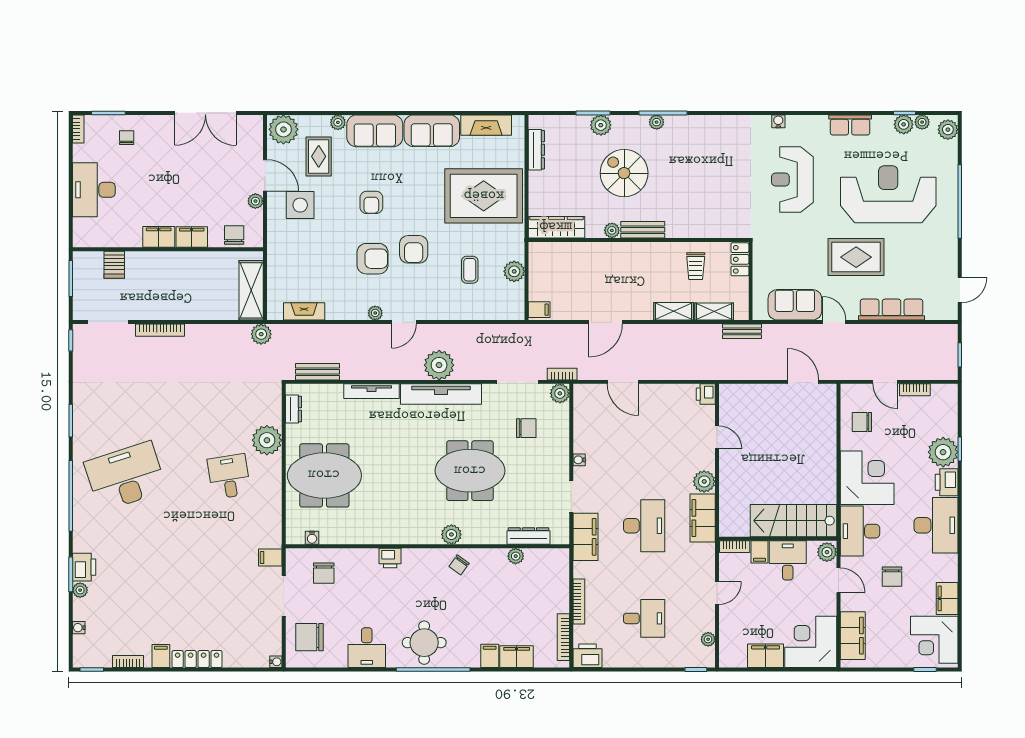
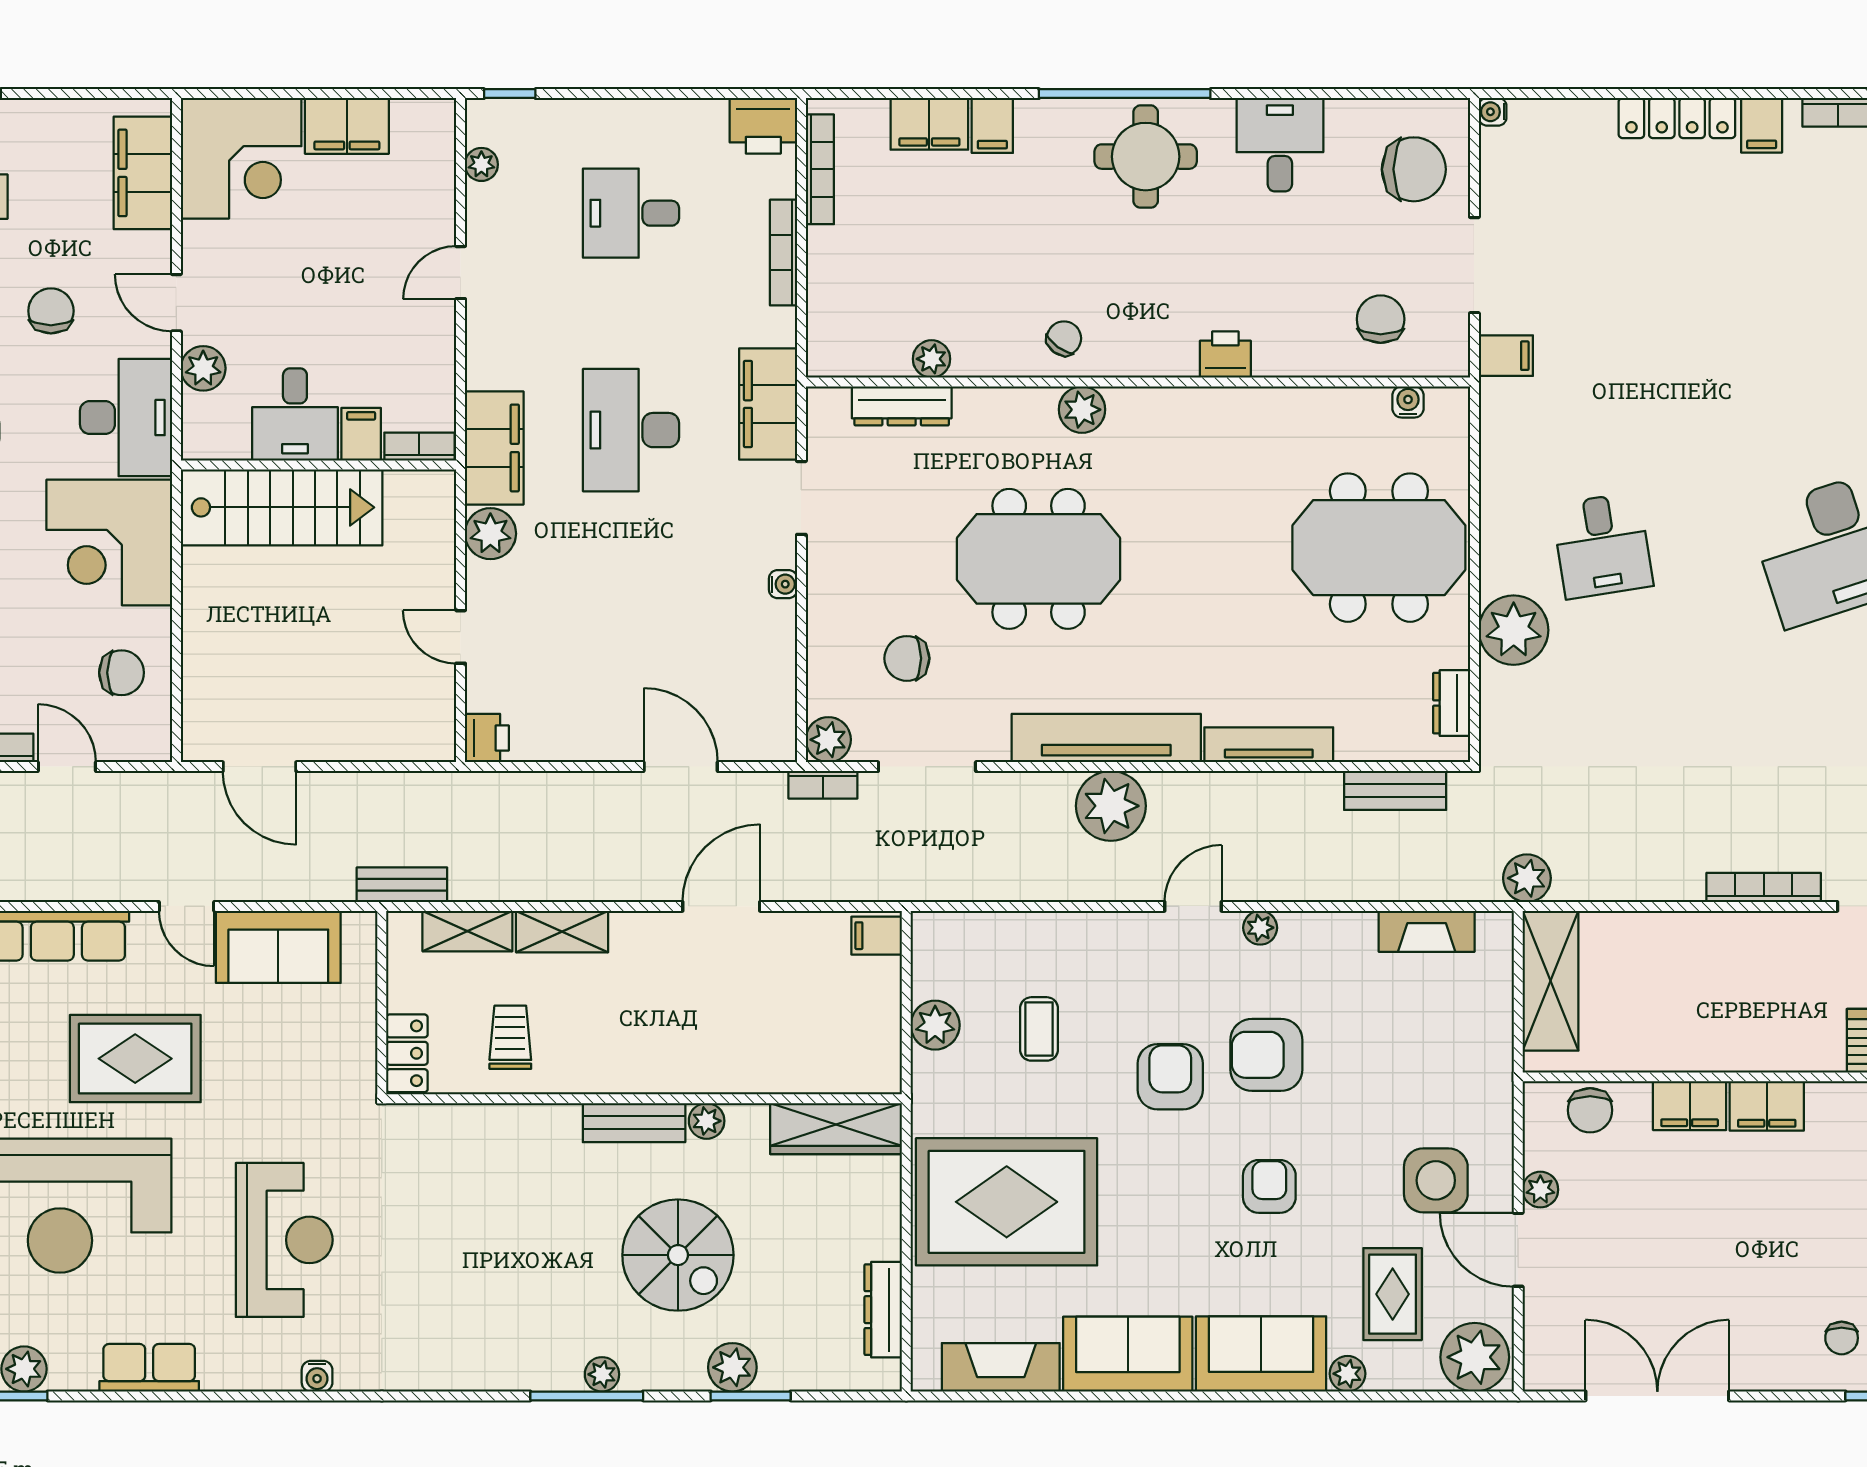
stairs: (793, 521) -> (282, 507), moved
wall: (778, 539) -> (318, 465), moved
bookcase: (735, 547) -> (419, 447), moved
filing cabinet: (759, 552) -> (361, 434), moved
desk: (788, 560) -> (295, 414), moved

